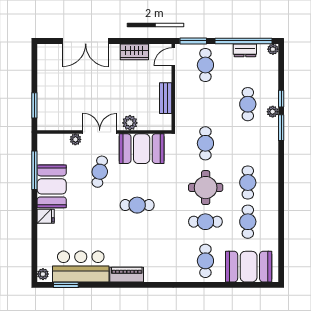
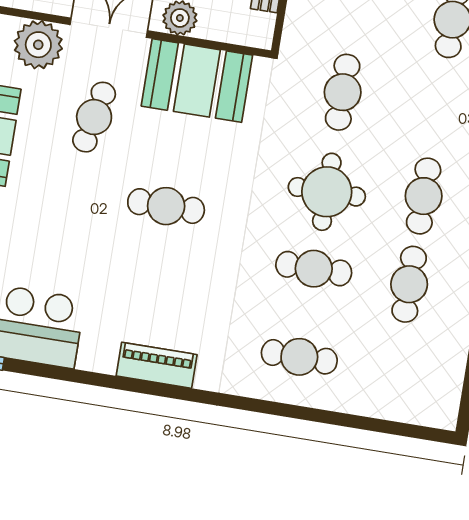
plant: (75, 139) -> (38, 45), width x1.88, depth x1.88
cafe table: (205, 261) -> (299, 357), turned 90
booth: (249, 267) -> (394, 386), removed
piano: (127, 275) -> (157, 365), moved

